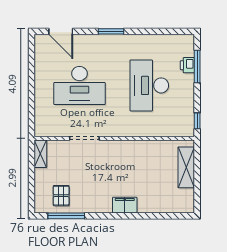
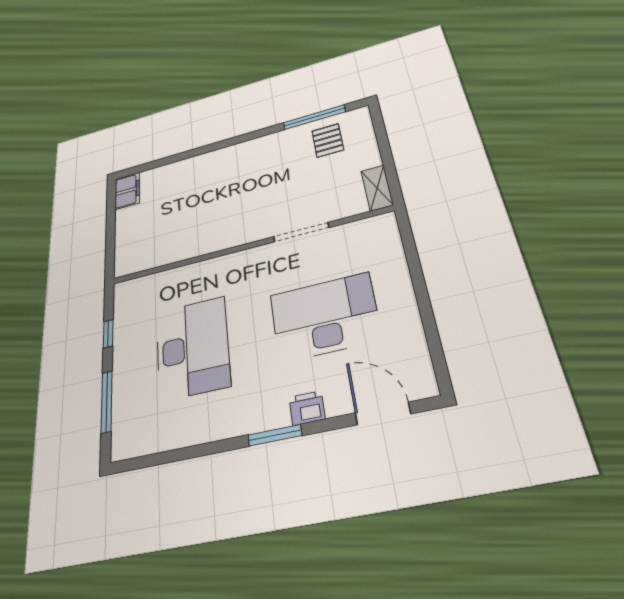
printer: (187, 65) -> (307, 408), moved, turned -90
window: (197, 121) -> (108, 334), moved
shelving: (186, 167) -> (127, 236), removed
filing cabinet: (125, 205) -> (127, 191), moved, turned -90

